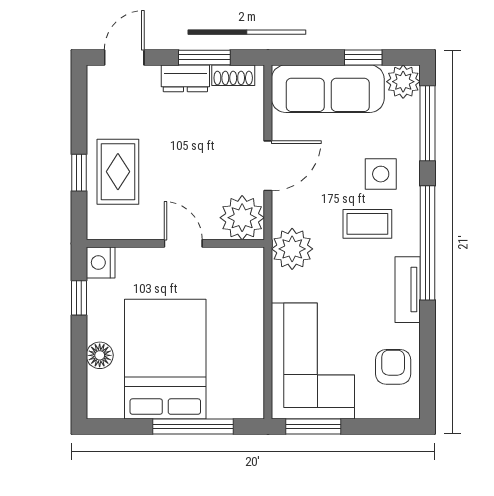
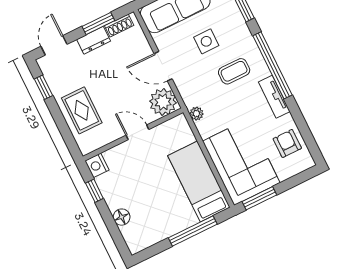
door: (268, 166) -> (163, 66), swing flipped
window: (79, 173) -> (44, 87), moved
side table: (381, 174) -> (206, 41), moved
plant: (292, 249) -> (196, 114), width x0.53, depth x0.53
bed: (165, 359) -> (199, 182), moved, width x0.67

